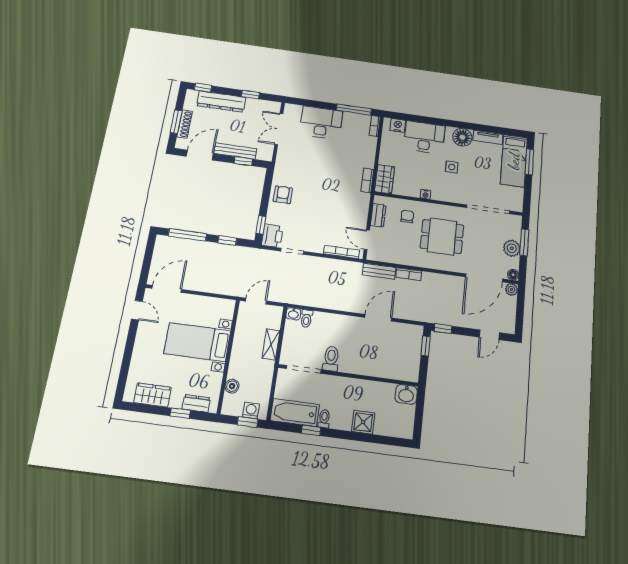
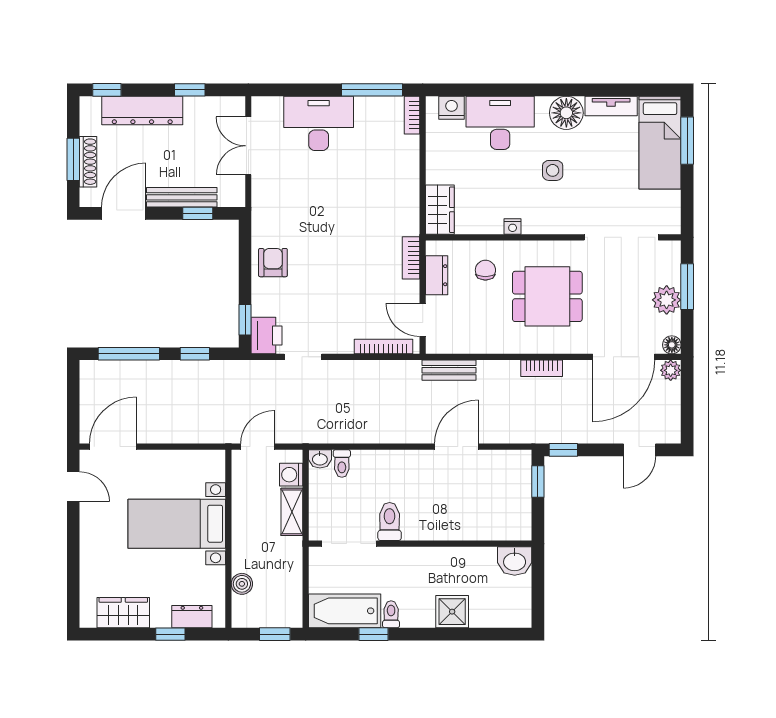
bookcase: (367, 180) -> (411, 258), moved
bookcase: (409, 274) -> (542, 368), moved
washing machine: (251, 410) -> (291, 475), moved, turned -90

